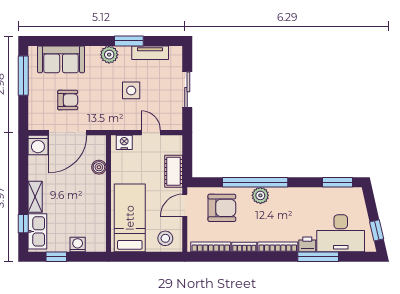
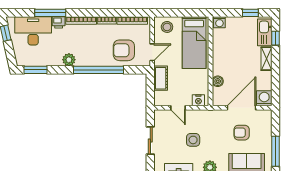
plant: (260, 195) -> (69, 60), moved
washing machine: (78, 245) -> (219, 22), moved

